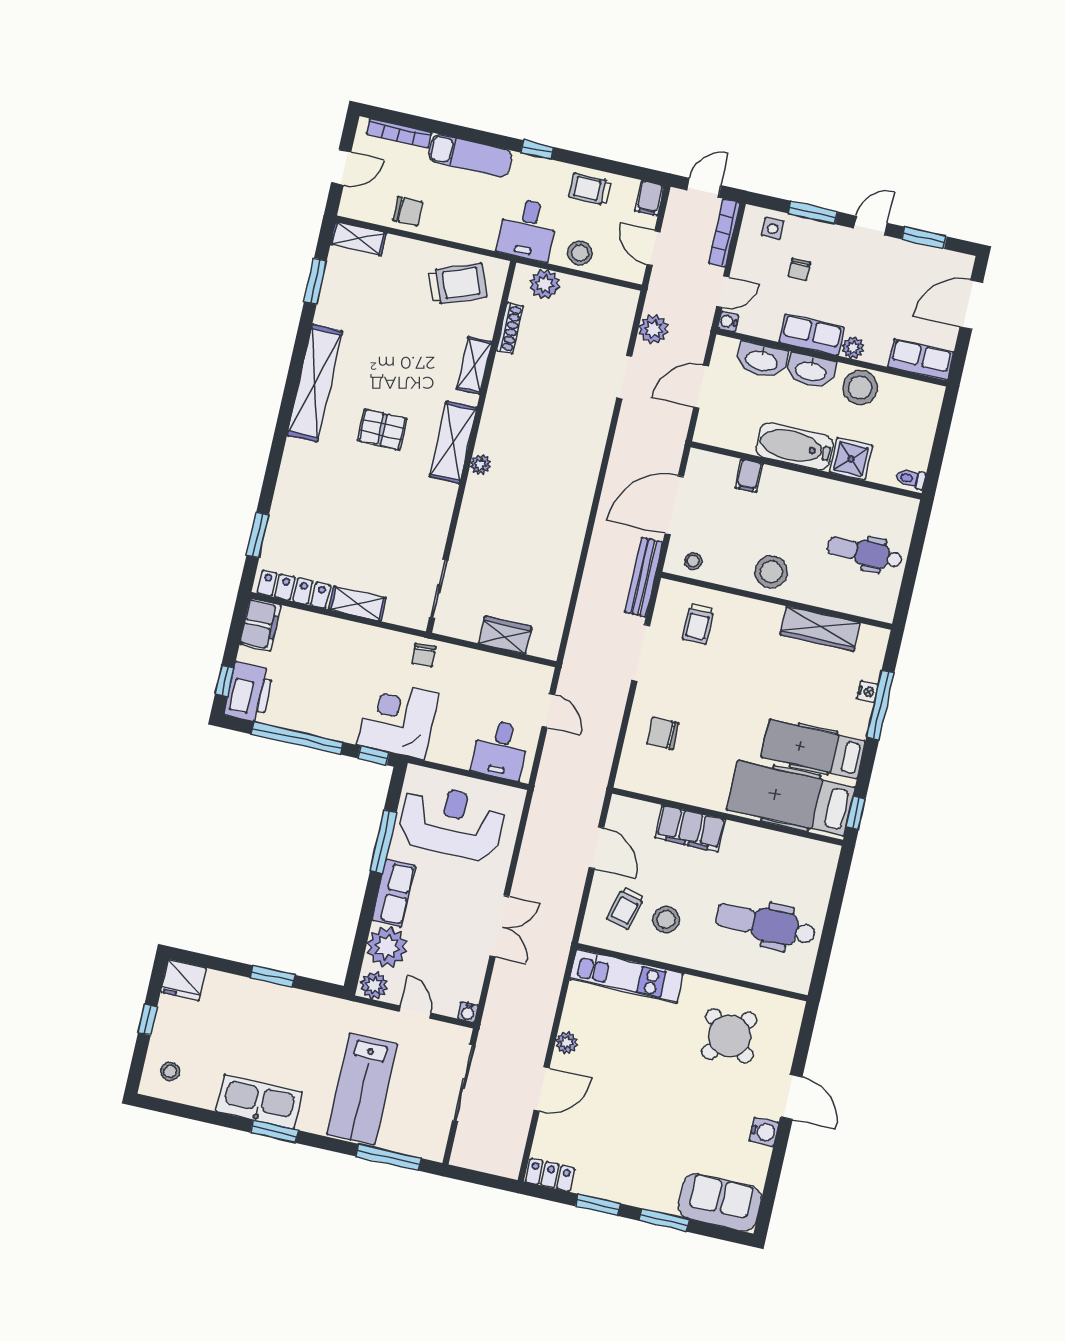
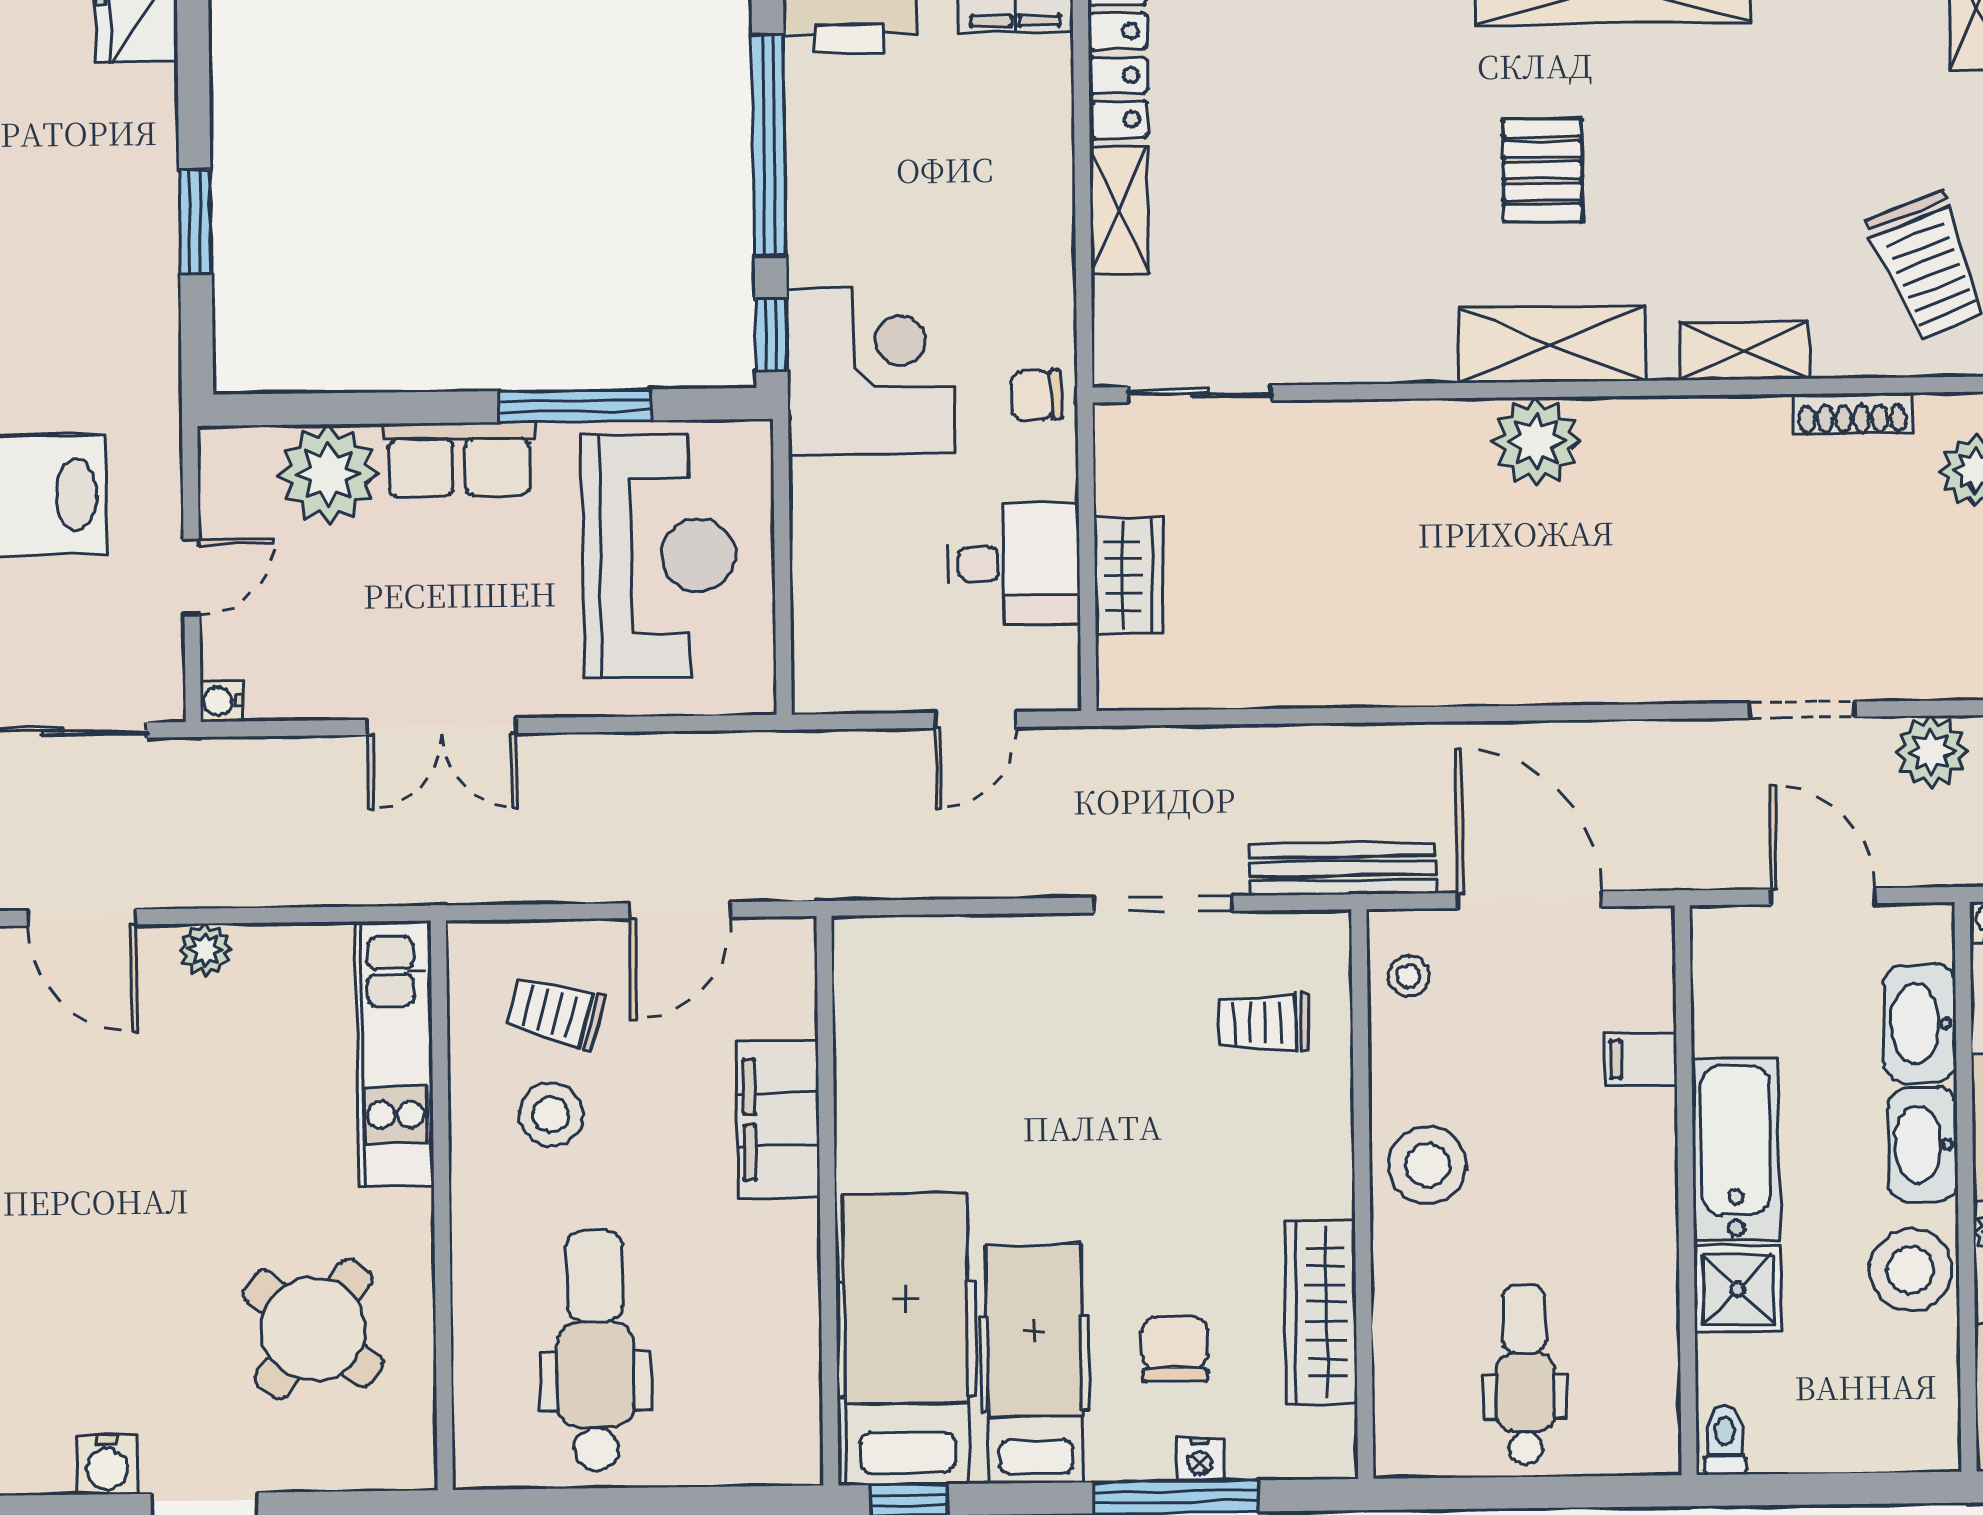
plant: (480, 465) -> (1537, 442), width x1.88, depth x1.88
chair: (663, 733) -> (1175, 1349), moved
desk: (500, 750) -> (1014, 564), moved, turned 180
plant: (374, 985) -> (231, 465), removed

